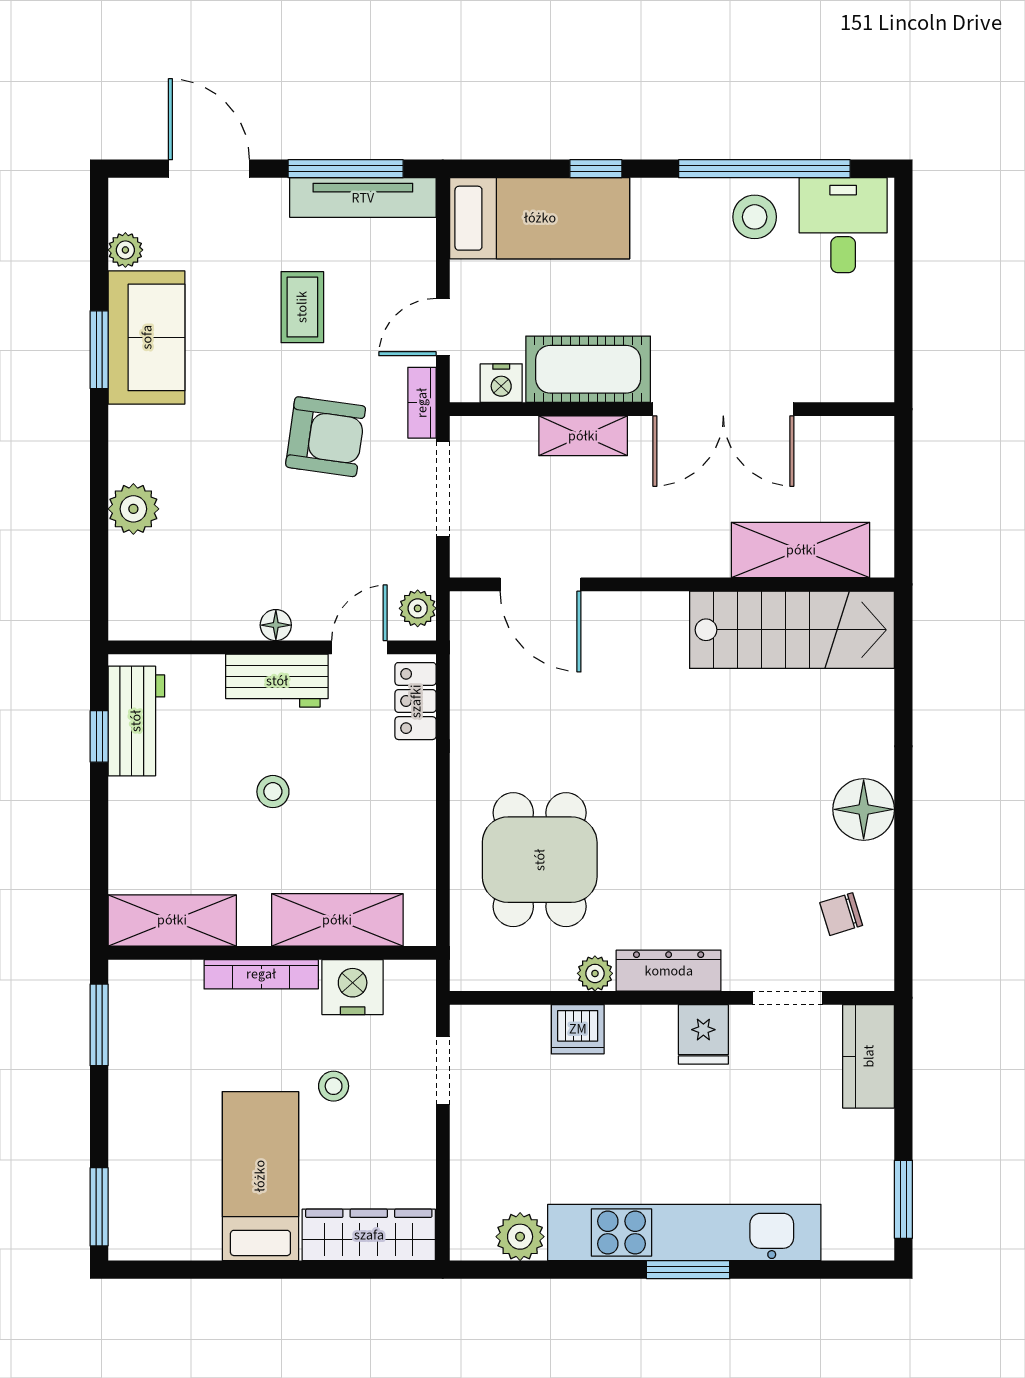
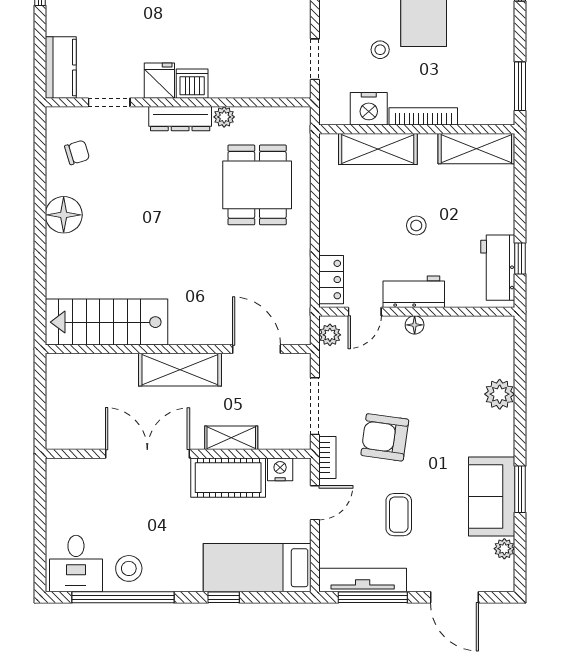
shelving: (801, 550) -> (180, 370), moved
dishwasher: (578, 1029) -> (192, 84), moved

